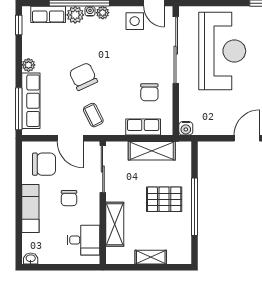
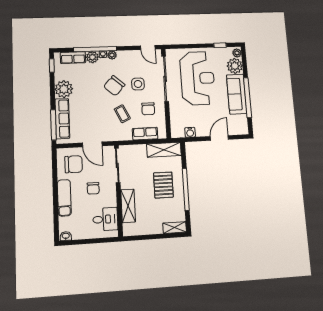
side table: (135, 21) -> (138, 84), moved
plant: (28, 65) -> (64, 89), width x1.88, depth x1.88
chair: (83, 76) -> (114, 86), moved, turned -113
coffee table: (93, 115) -> (122, 114), moved
water cooler: (186, 128) -> (190, 132), moved
shelving: (152, 151) -> (164, 150), moved
pallet: (164, 199) -> (163, 185), turned 90
shelving: (151, 257) -> (175, 228), moved

